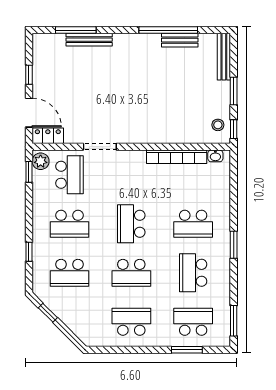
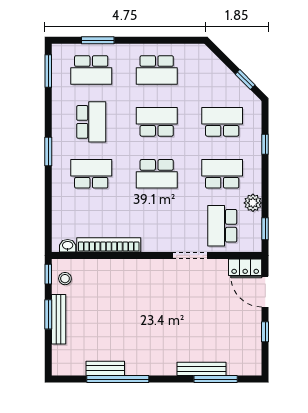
bench: (224, 57) -> (59, 319), moved
plant: (41, 161) -> (253, 203), moved
school desk: (131, 224) -> (157, 174), turned 90

